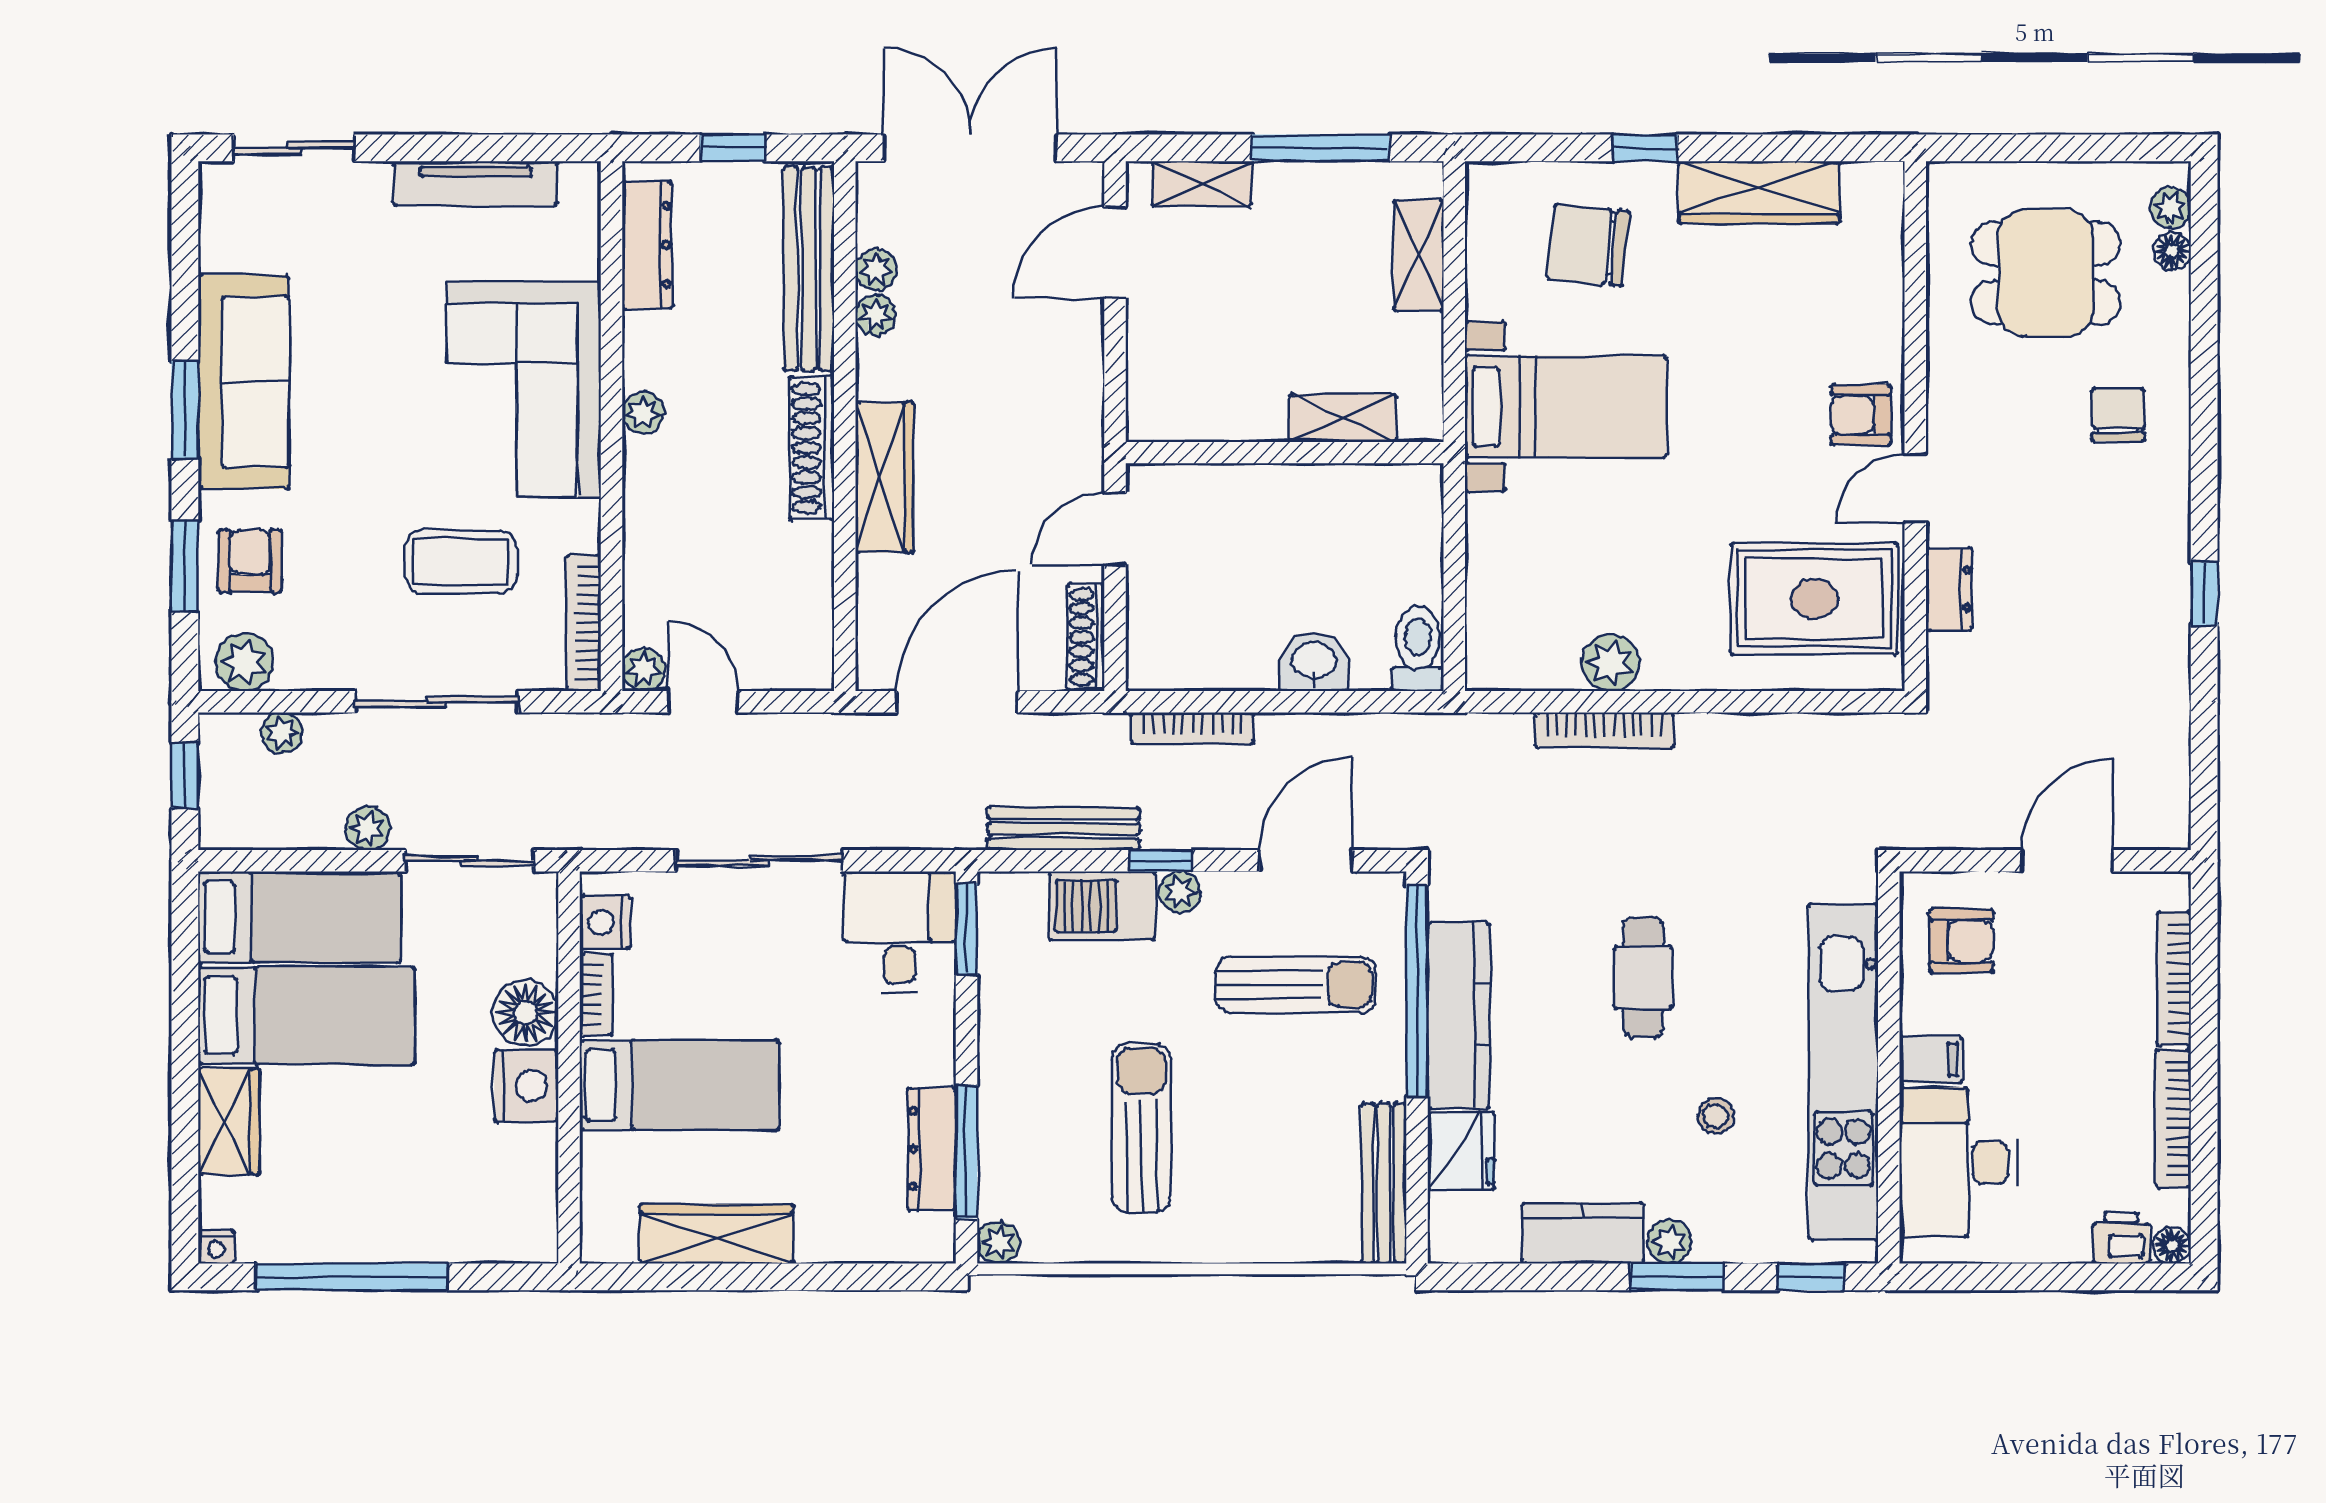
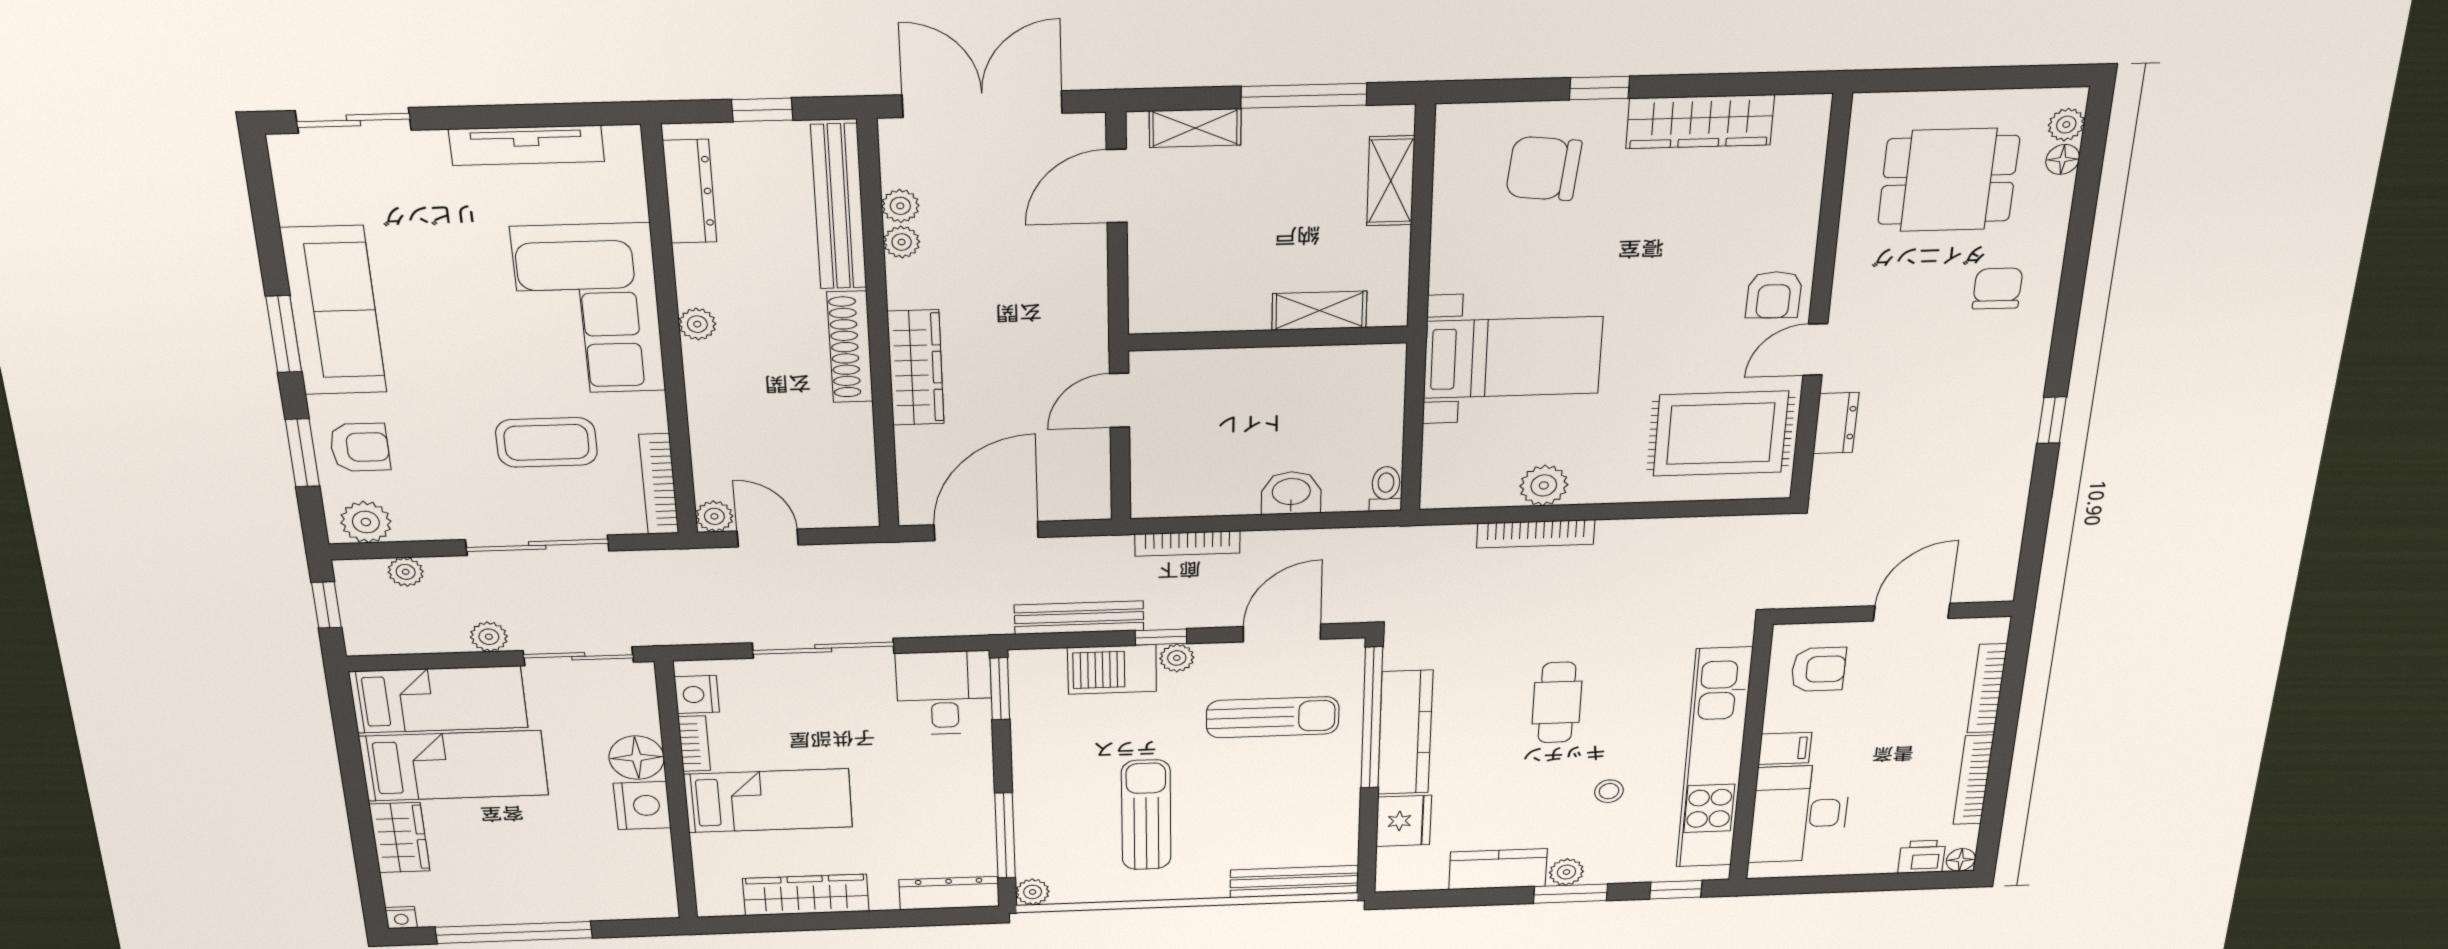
bed with nightstands: (1566, 407) -> (1513, 357), moved
armchair: (1861, 415) -> (1774, 295), turned -89
armchair: (250, 561) -> (360, 447), turned 90
shoe rack: (1086, 637) -> (1096, 481), removed
toilet: (1418, 649) -> (1386, 489), width x0.73, depth x0.72
dresser: (932, 1149) -> (949, 893), moved, turned 90
bench: (1384, 1183) -> (1294, 882), moved, turned 90

